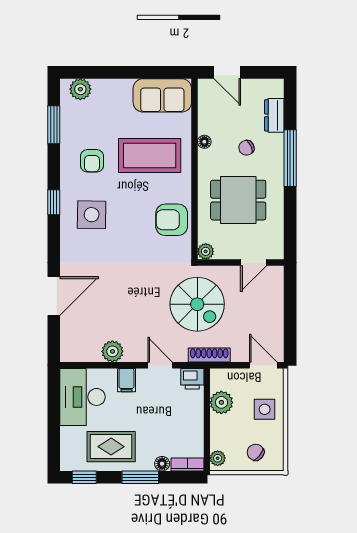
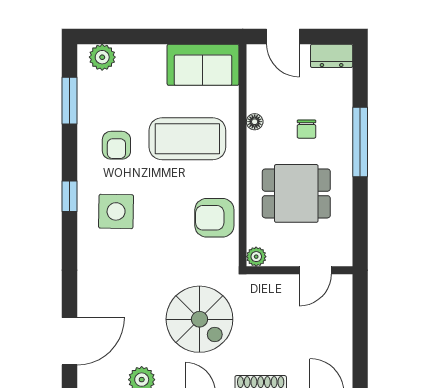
dresser: (274, 115) -> (332, 56), moved, turned -90
chair: (246, 148) -> (306, 129), turned -64
door: (54, 296) -> (69, 341), moved
spiral stairs: (197, 304) -> (199, 319), moved

